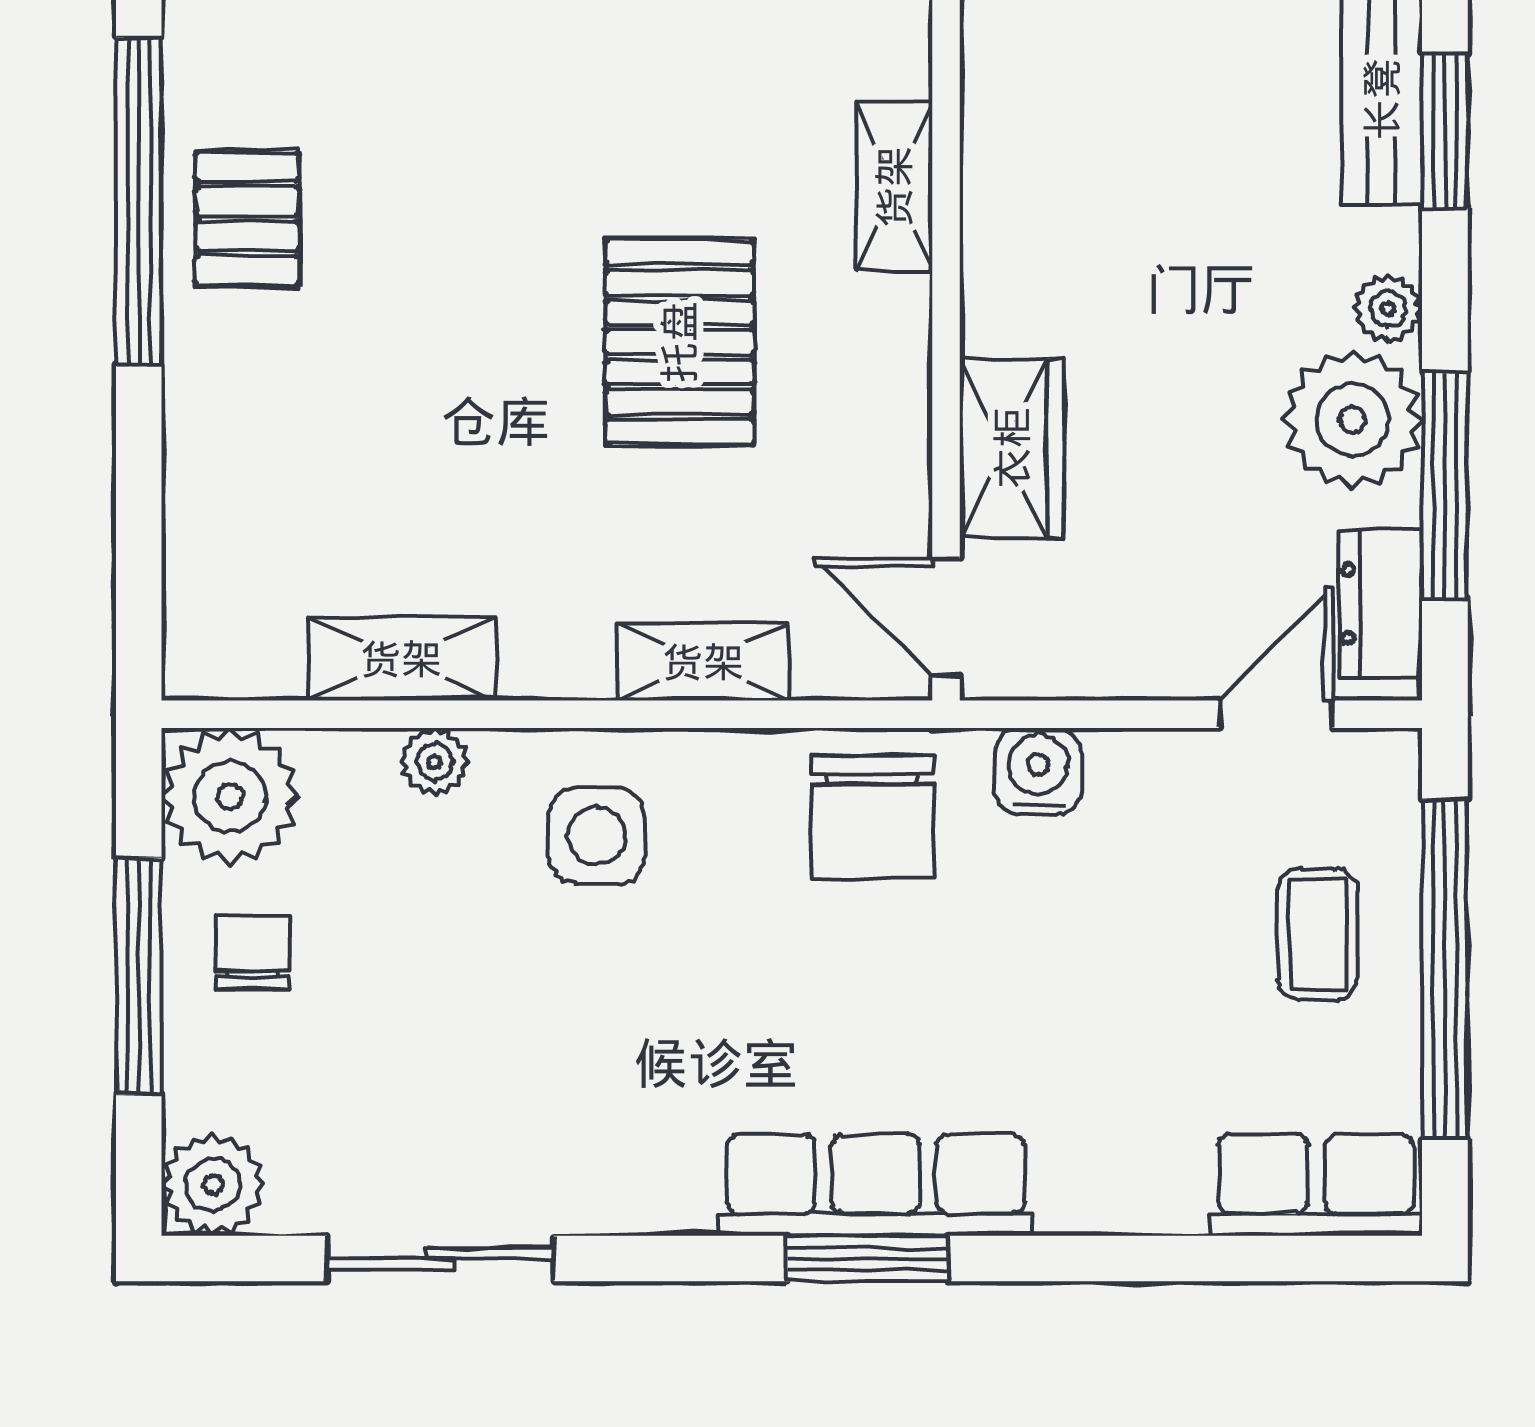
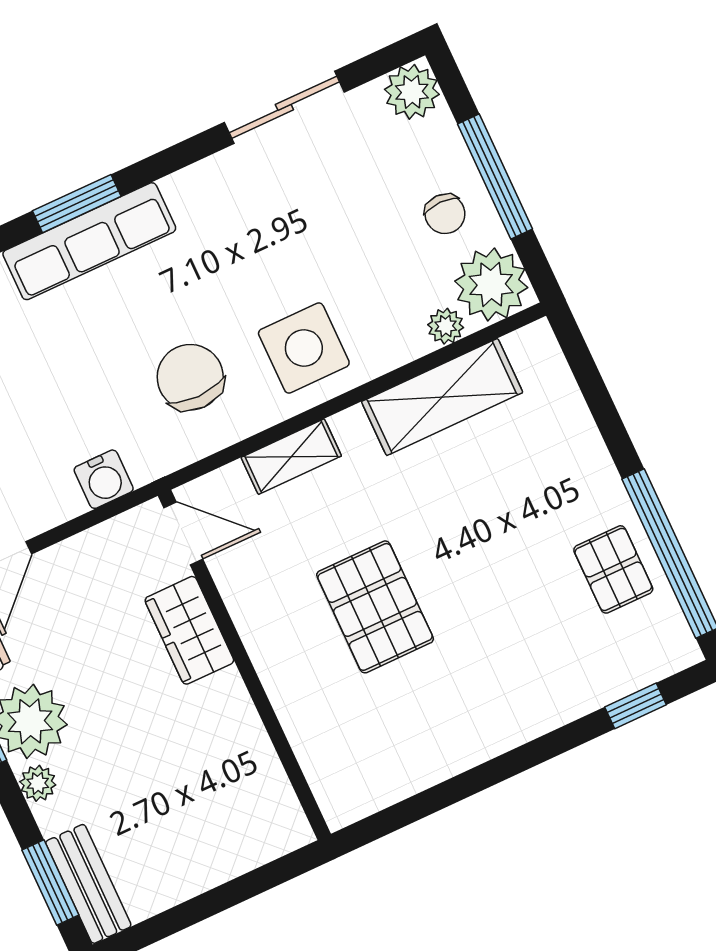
shelving: (894, 187) -> (306, 731), removed
shelving: (401, 659) -> (442, 397), width x1.50, depth x1.33
plant: (435, 762) -> (446, 326), moved
chair: (872, 816) -> (190, 377), moved
side table: (597, 836) -> (304, 348), width x1.37, depth x1.37

